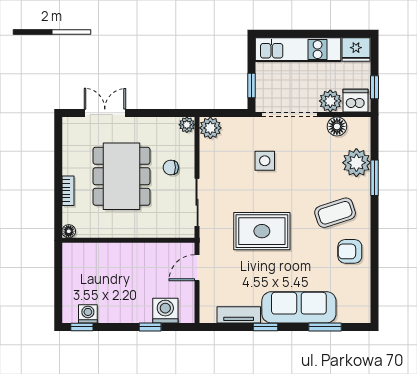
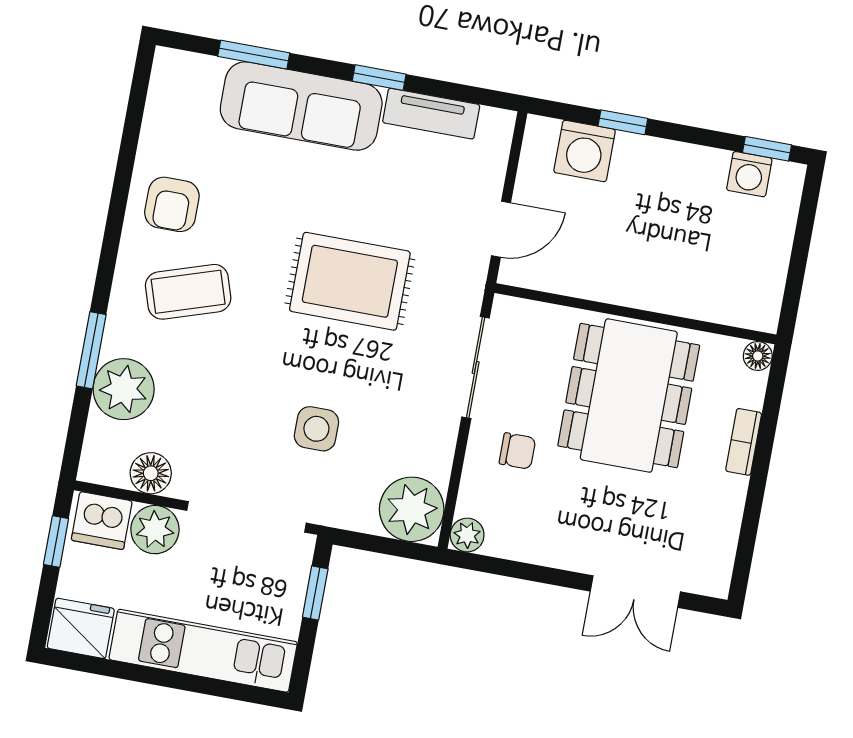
plant: (210, 128) -> (412, 509), width x1.36, depth x1.36
dining table: (121, 176) -> (629, 396), moved
armchair: (350, 251) -> (172, 204), turned 90

